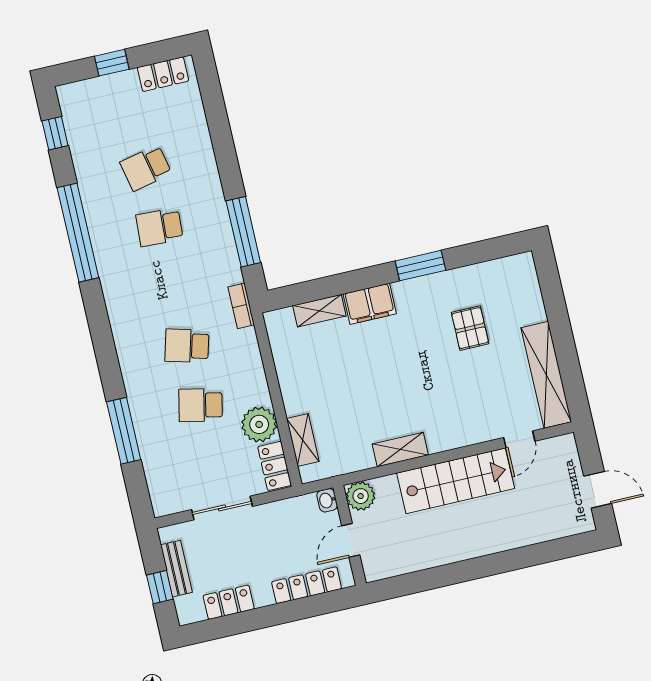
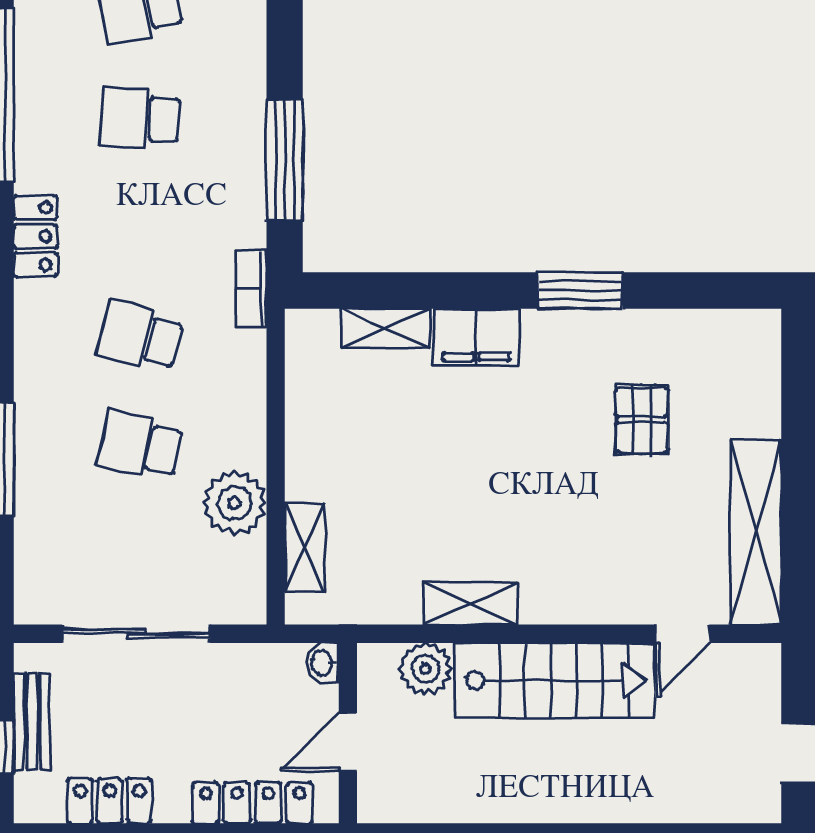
locker: (275, 466) -> (35, 236), moved, turned 180
plant: (361, 496) -> (425, 669), moved
sliding door: (222, 508) -> (136, 634), width x1.37

